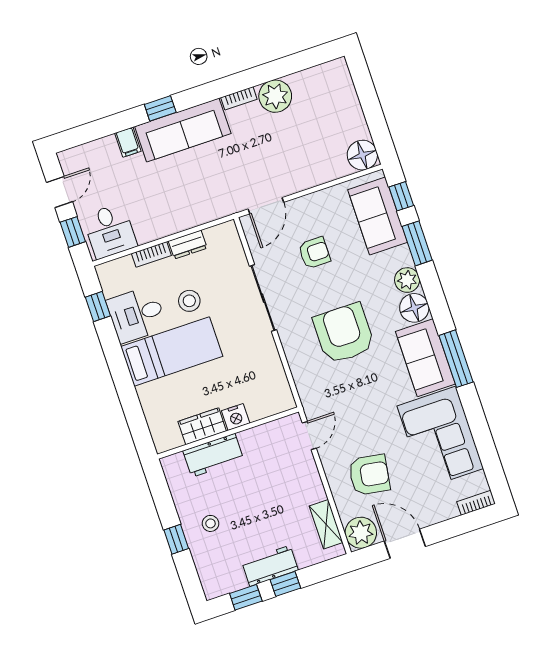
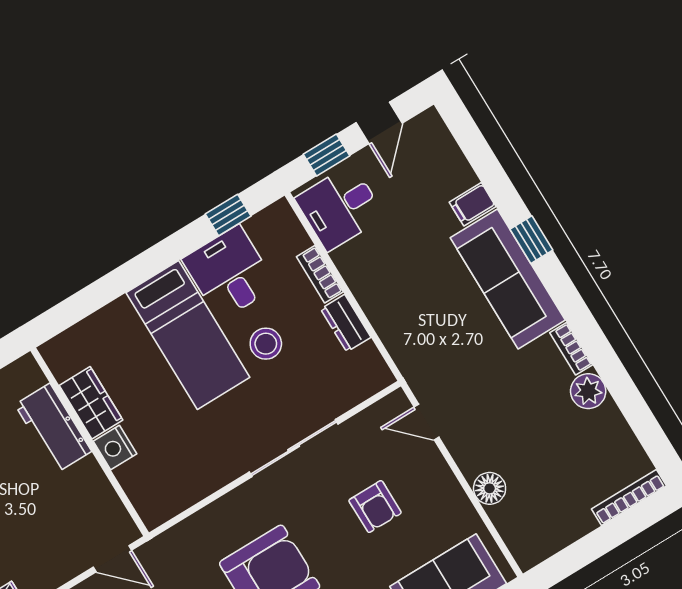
bookcase: (347, 82) -> (629, 497), added
plant: (275, 96) -> (588, 391), width x0.73, depth x0.73
floor lamp: (362, 155) -> (490, 488), moved, width x0.73, depth x0.73
door: (59, 192) -> (379, 123), hinge flipped
door: (266, 206) -> (427, 422), width x0.73

